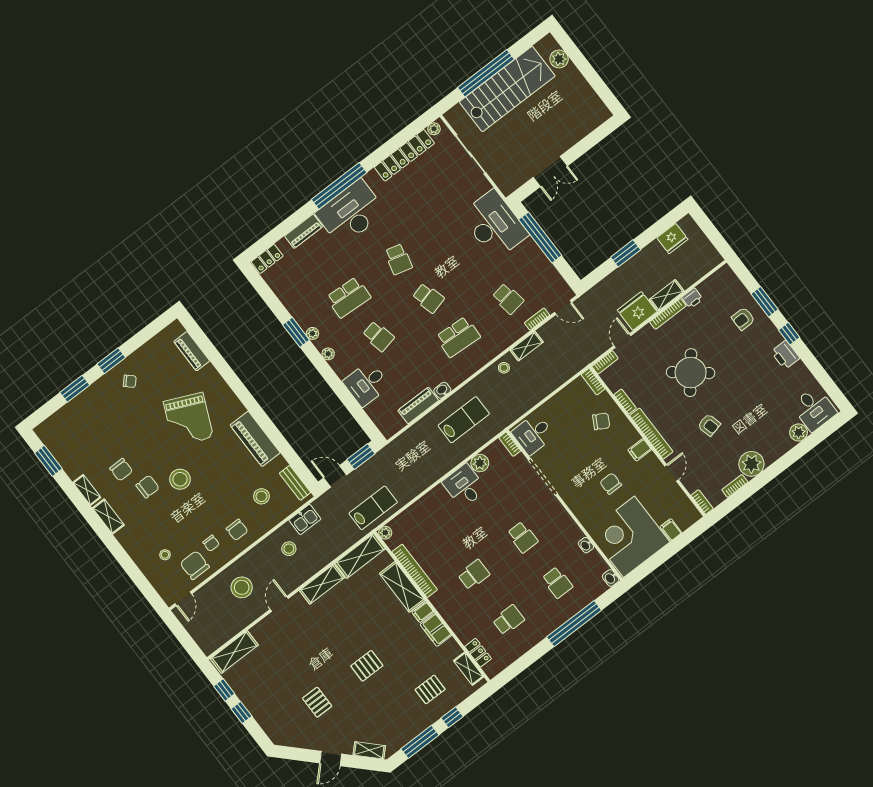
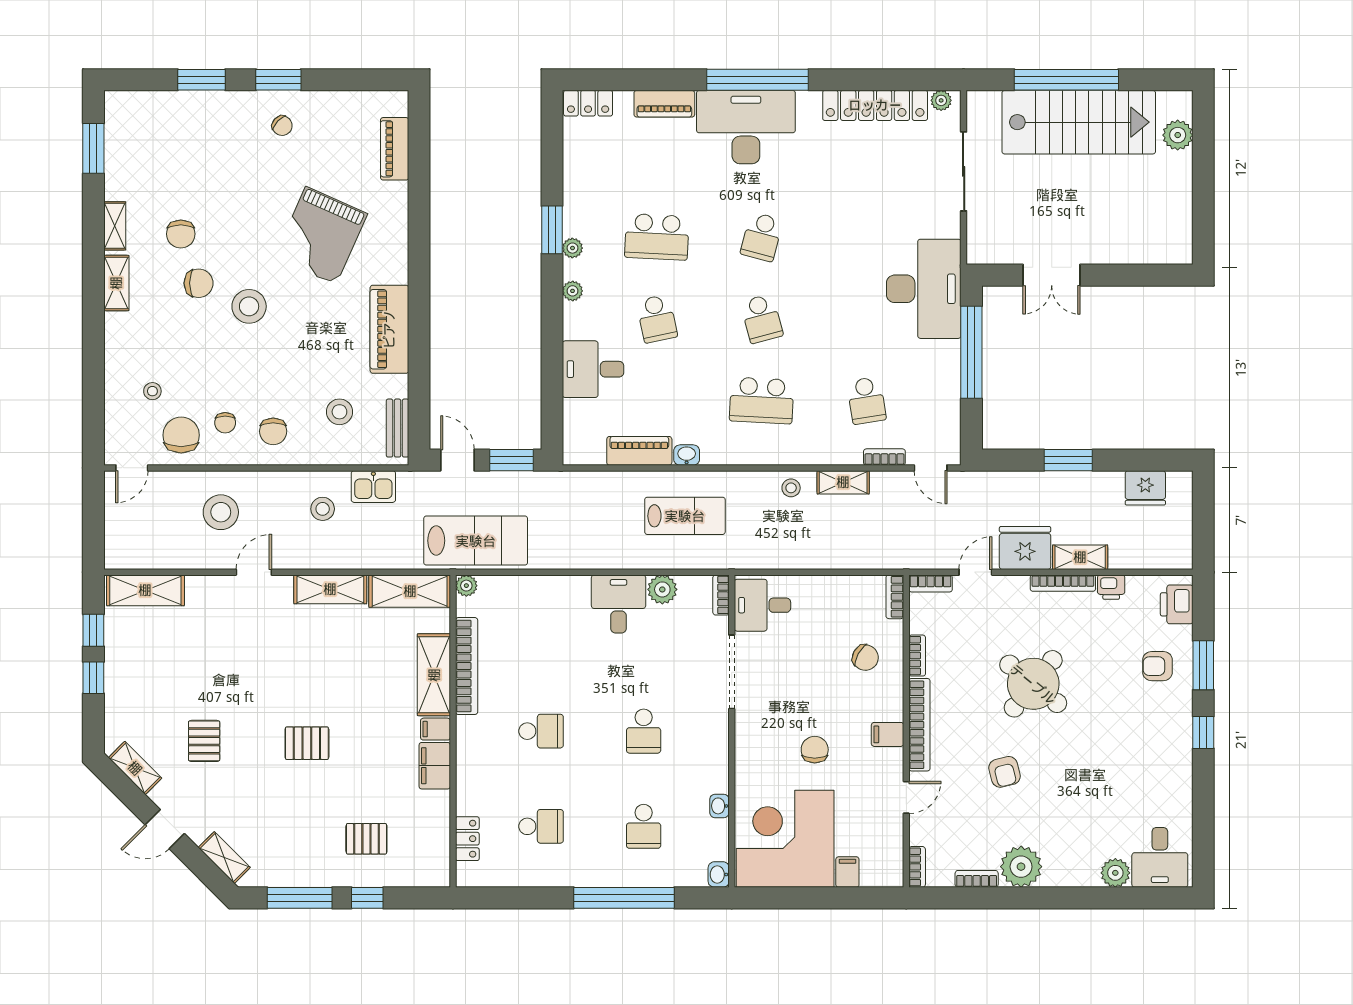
printer: (785, 355) -> (1177, 604), moved
lab bench: (373, 508) -> (476, 541), width x1.36, depth x1.39
shelving: (469, 669) -> (135, 768), moved, turned -45

